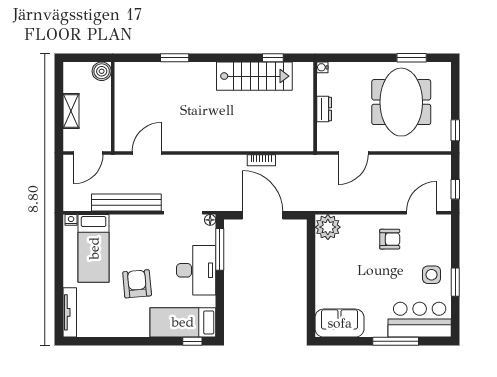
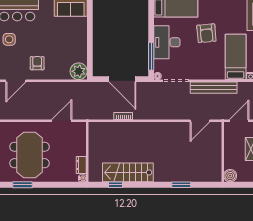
dresser: (324, 109) -> (81, 165), moved
armchair: (390, 239) -> (37, 63), turned 90

